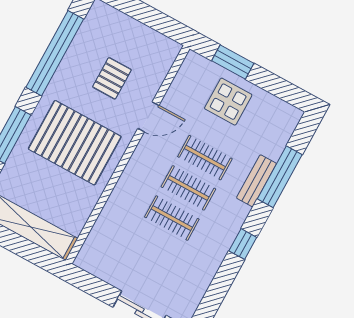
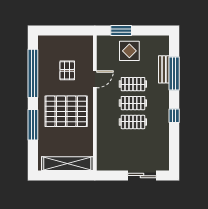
bench: (256, 181) -> (164, 69), moved

